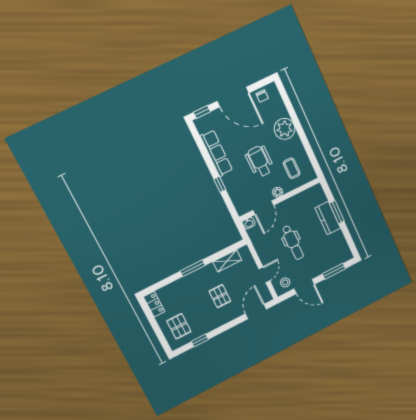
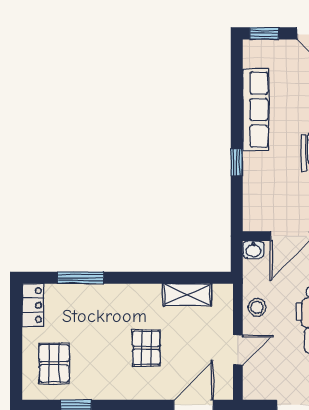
window: (193, 268) -> (81, 278), moved
stool: (285, 282) -> (257, 307), moved

